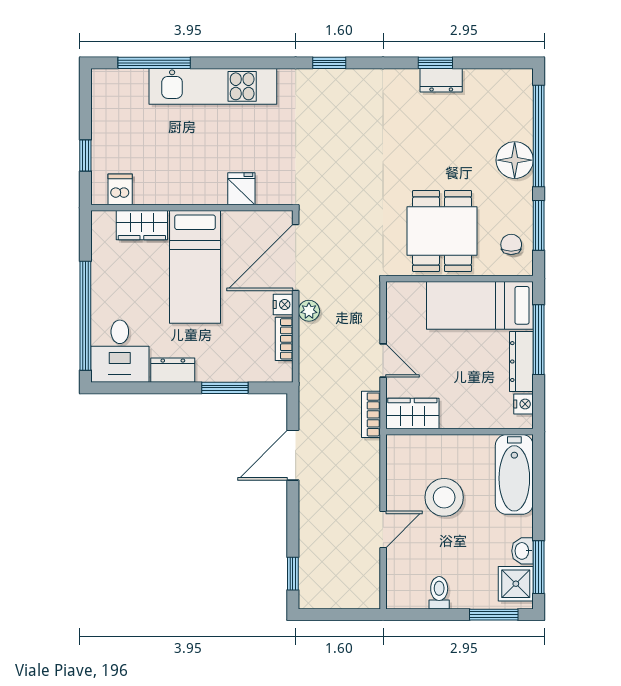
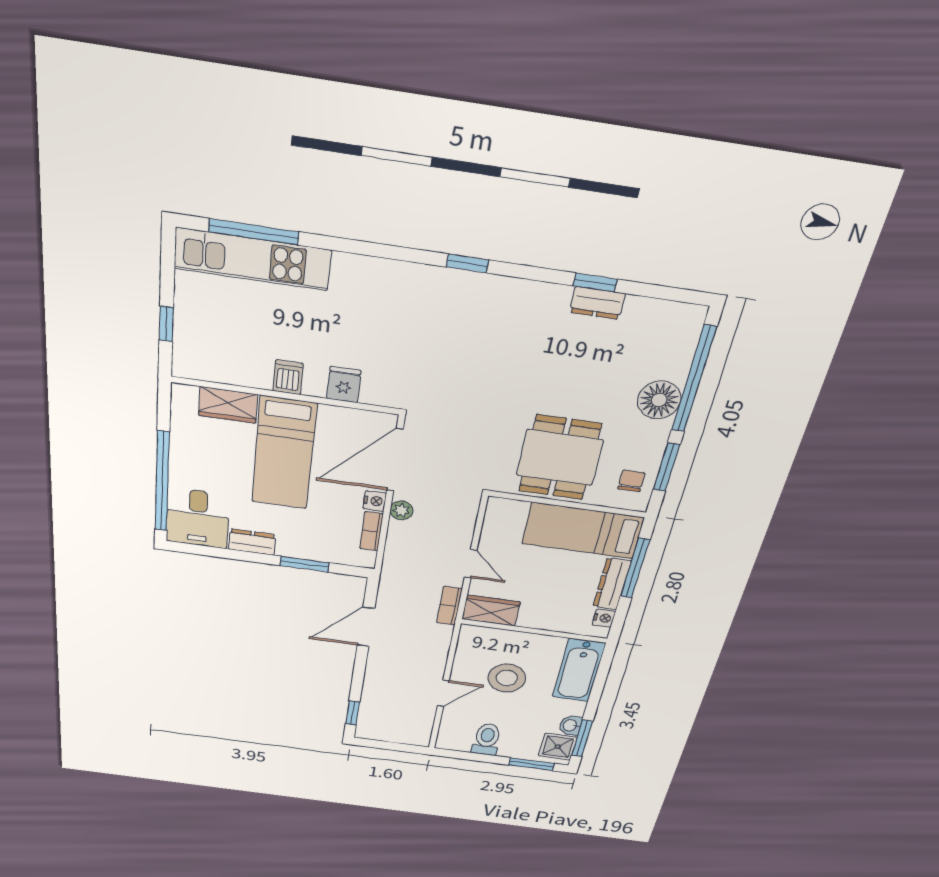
kitchen unit: (213, 86) -> (252, 259), moved
dishwasher: (120, 189) -> (288, 377), moved
toilet: (439, 593) -> (487, 739), width x1.37, depth x1.39

